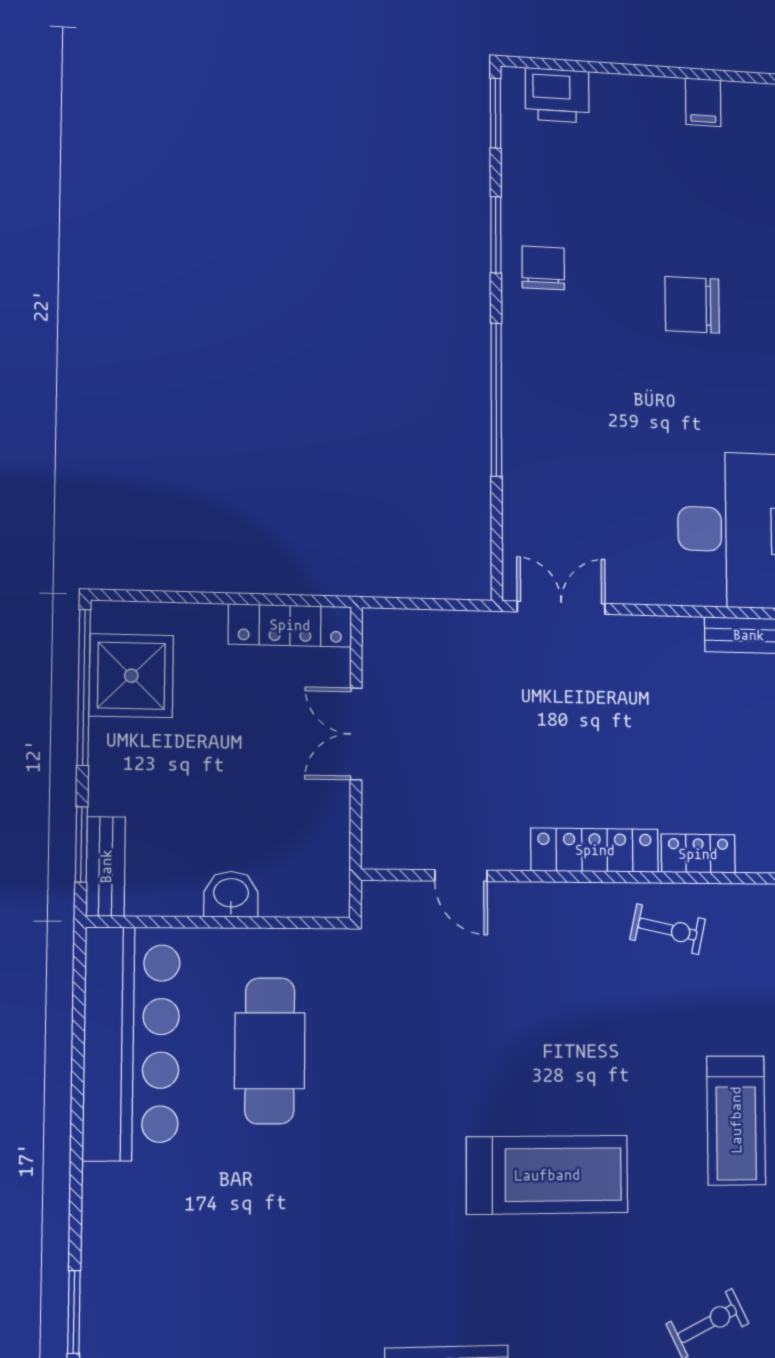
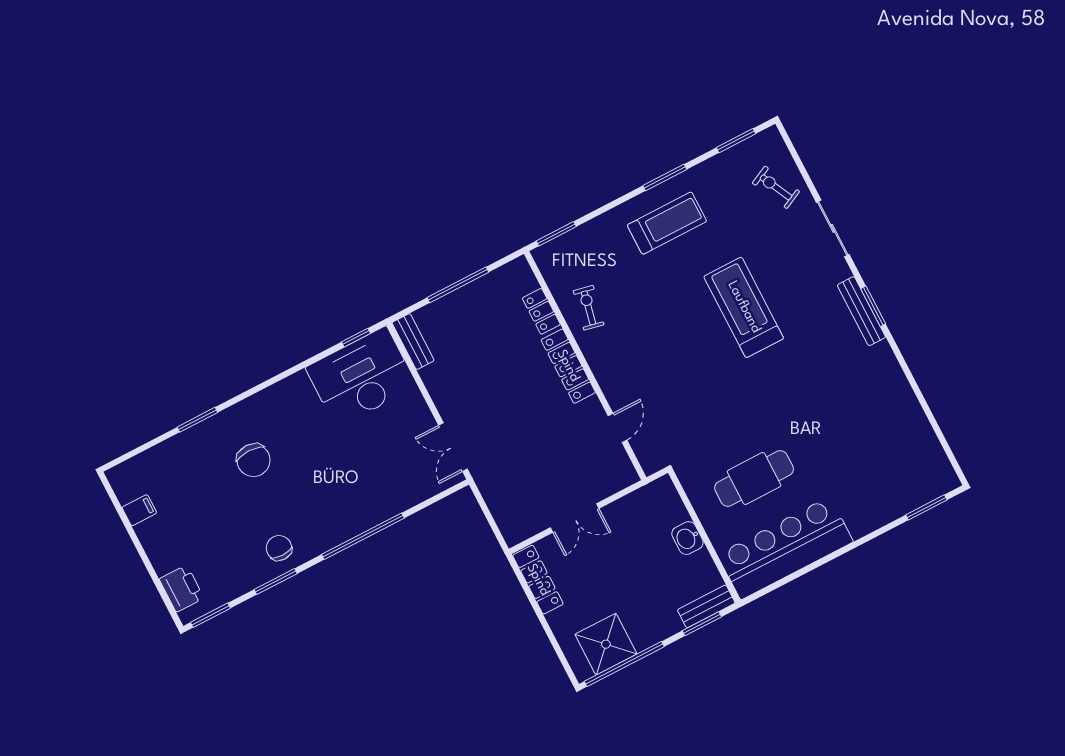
chair: (543, 268) -> (279, 548), turned 90

